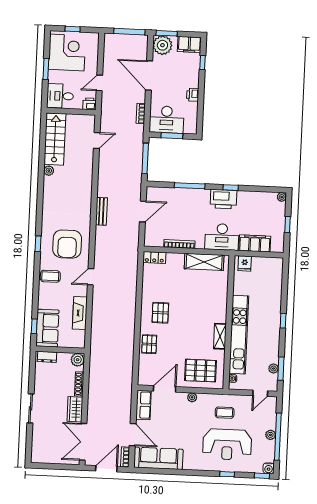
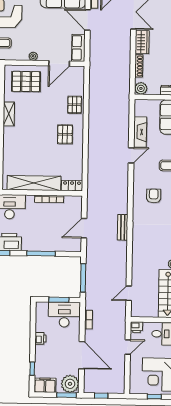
window: (129, 32) -> (101, 396), width x0.46
armchair: (67, 244) -> (154, 196), width x0.53, depth x0.53
shelving: (204, 262) -> (34, 183), width x1.47
door: (91, 277) -> (131, 155), moved

